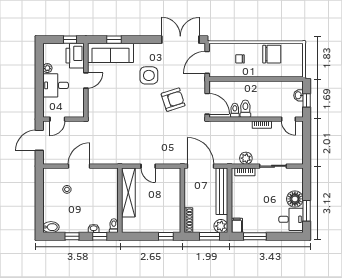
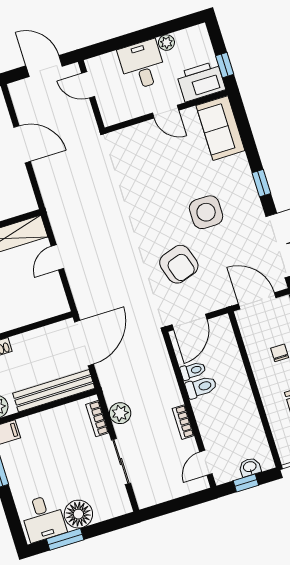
window: (114, 40) -> (261, 183), moved
sofa: (111, 53) -> (220, 128), width x0.73

